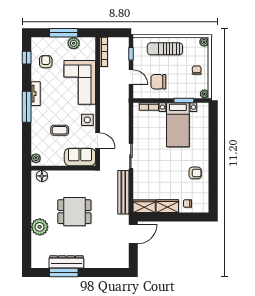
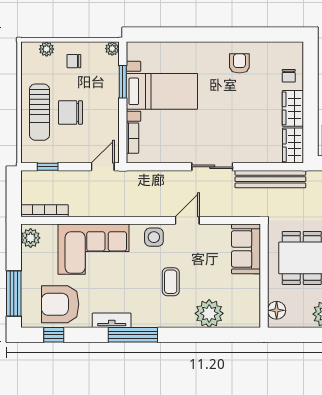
window: (64, 33) -> (14, 294), moved
plant: (204, 42) -> (47, 49), moved
plant: (74, 43) -> (31, 238), moved
armchair: (46, 62) -> (60, 304), width x1.88, depth x1.88
door: (131, 77) -> (103, 167), moved
chair: (158, 82) -> (70, 112), moved, turned 90
sofa: (80, 157) -> (246, 249), moved
plant: (36, 158) -> (209, 313), width x1.88, depth x1.88
wall: (63, 168) -> (264, 276), moved
floor lamp: (42, 176) -> (277, 310), moved

